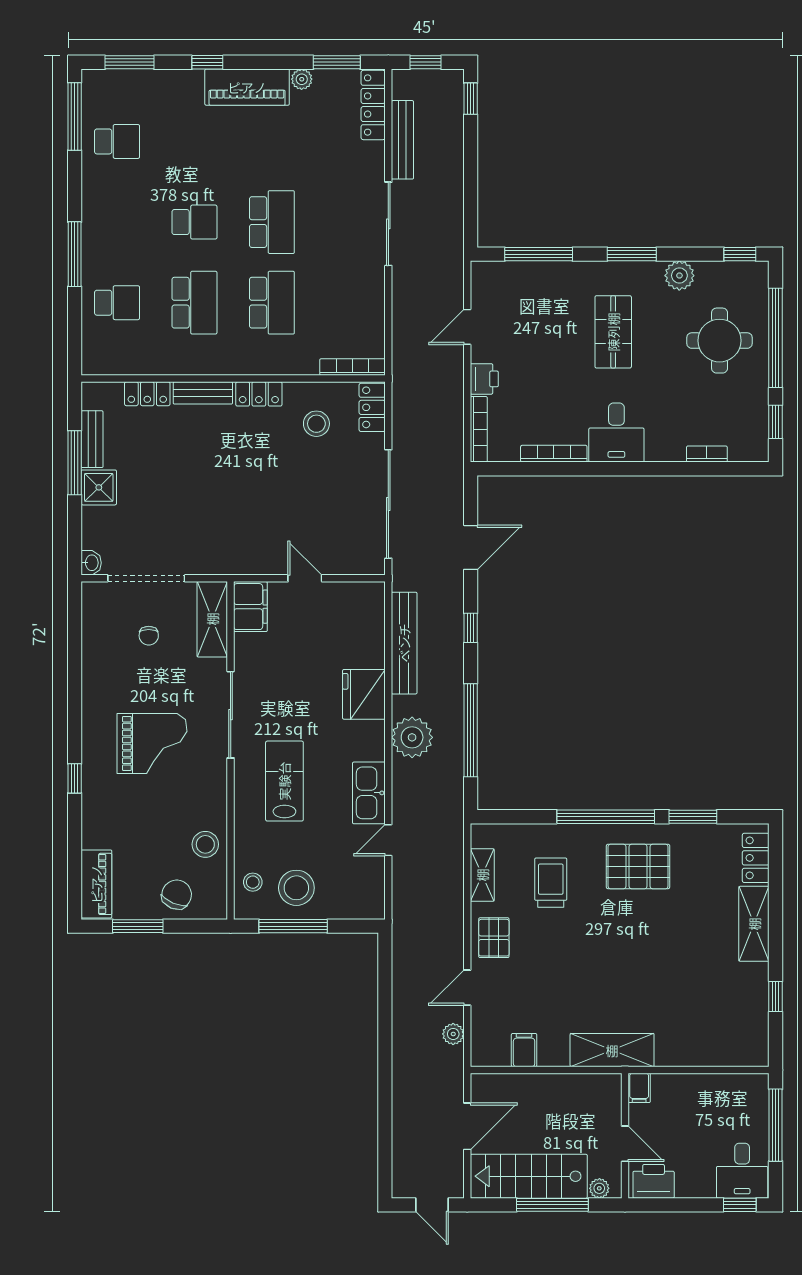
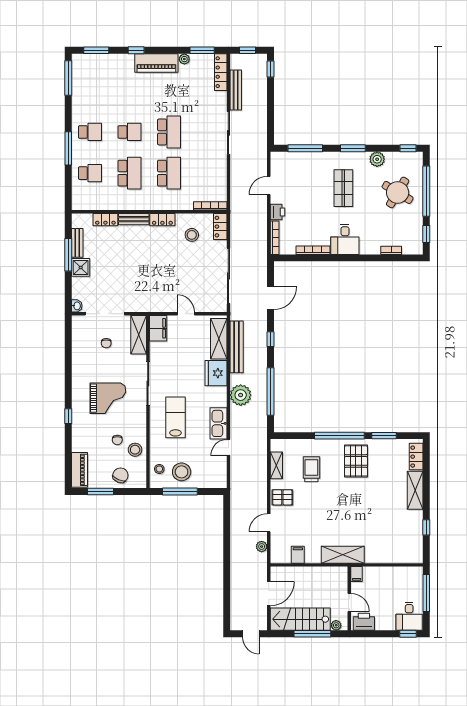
school desk: (117, 141) -> (90, 132), moved
round table: (720, 341) -> (398, 192), turned 31
shelving: (369, 627) -> (219, 339), added
chair: (171, 825) -> (117, 440), added
pallet: (638, 866) -> (356, 461), turned 90
pallet: (494, 938) -> (282, 497), turned 90

